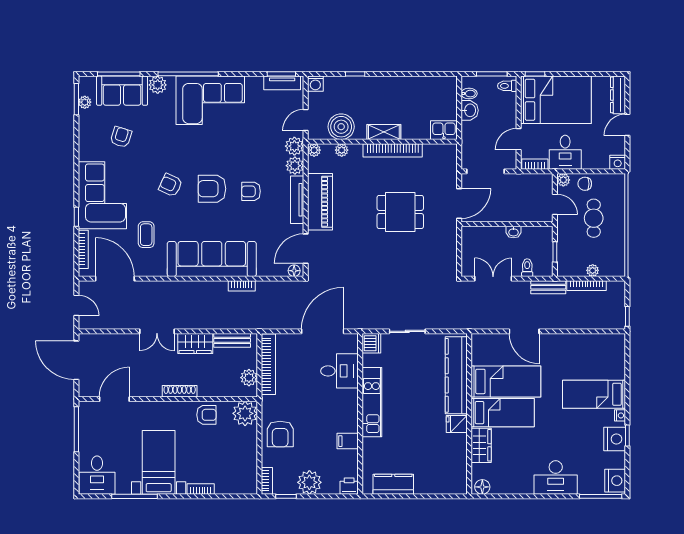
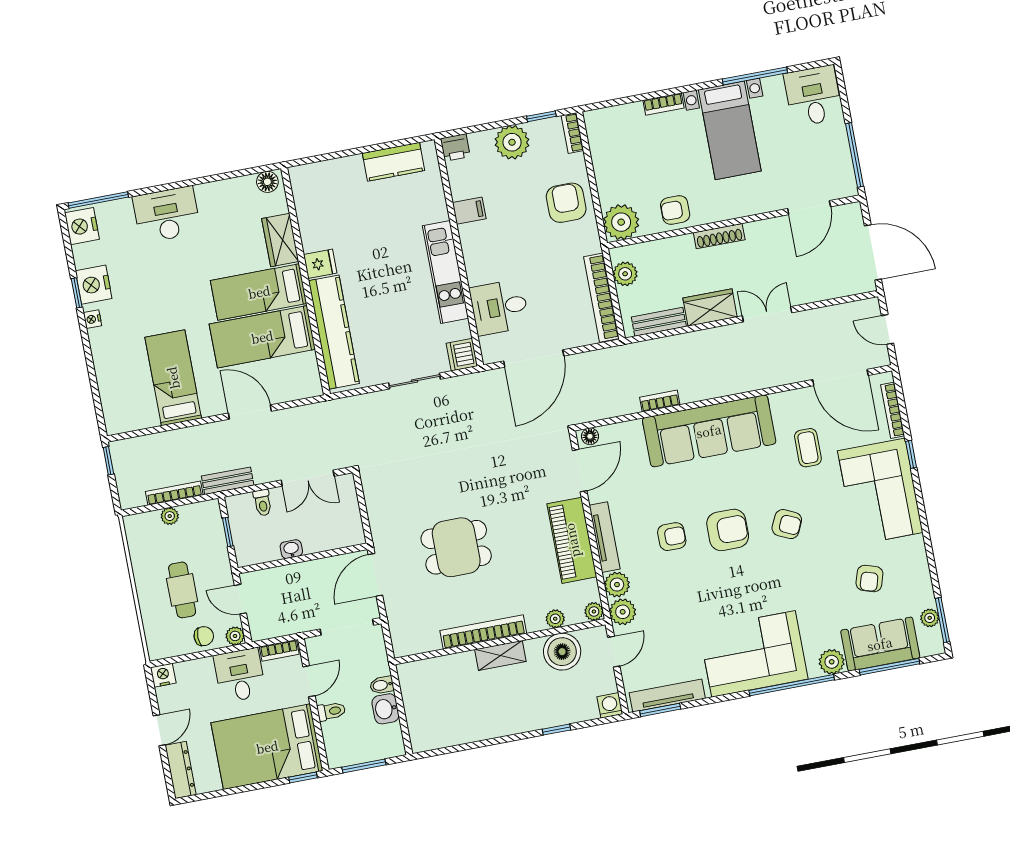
tv unit: (282, 83) -> (667, 696), width x1.41
toilet: (507, 86) -> (331, 711), moved
bidet: (469, 94) -> (382, 685), moved
kitchen sink: (444, 130) -> (416, 674), removed
bed: (594, 394) -> (173, 378), moved, turned -90

